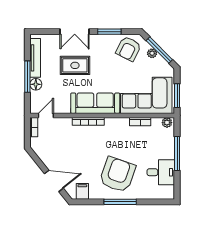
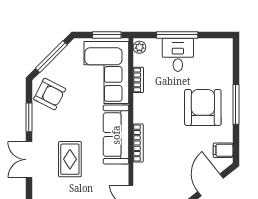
double door: (75, 32) -> (29, 160), swing flipped
plant: (152, 53) -> (55, 65), removed
desk: (161, 172) -> (178, 55), moved
armchair: (118, 175) -> (203, 107), turned 71

